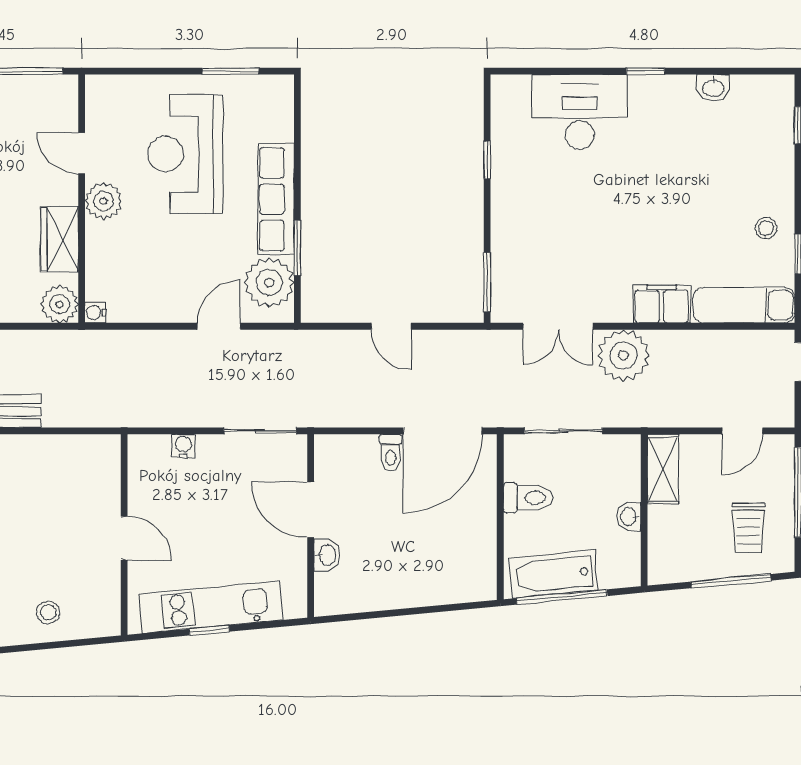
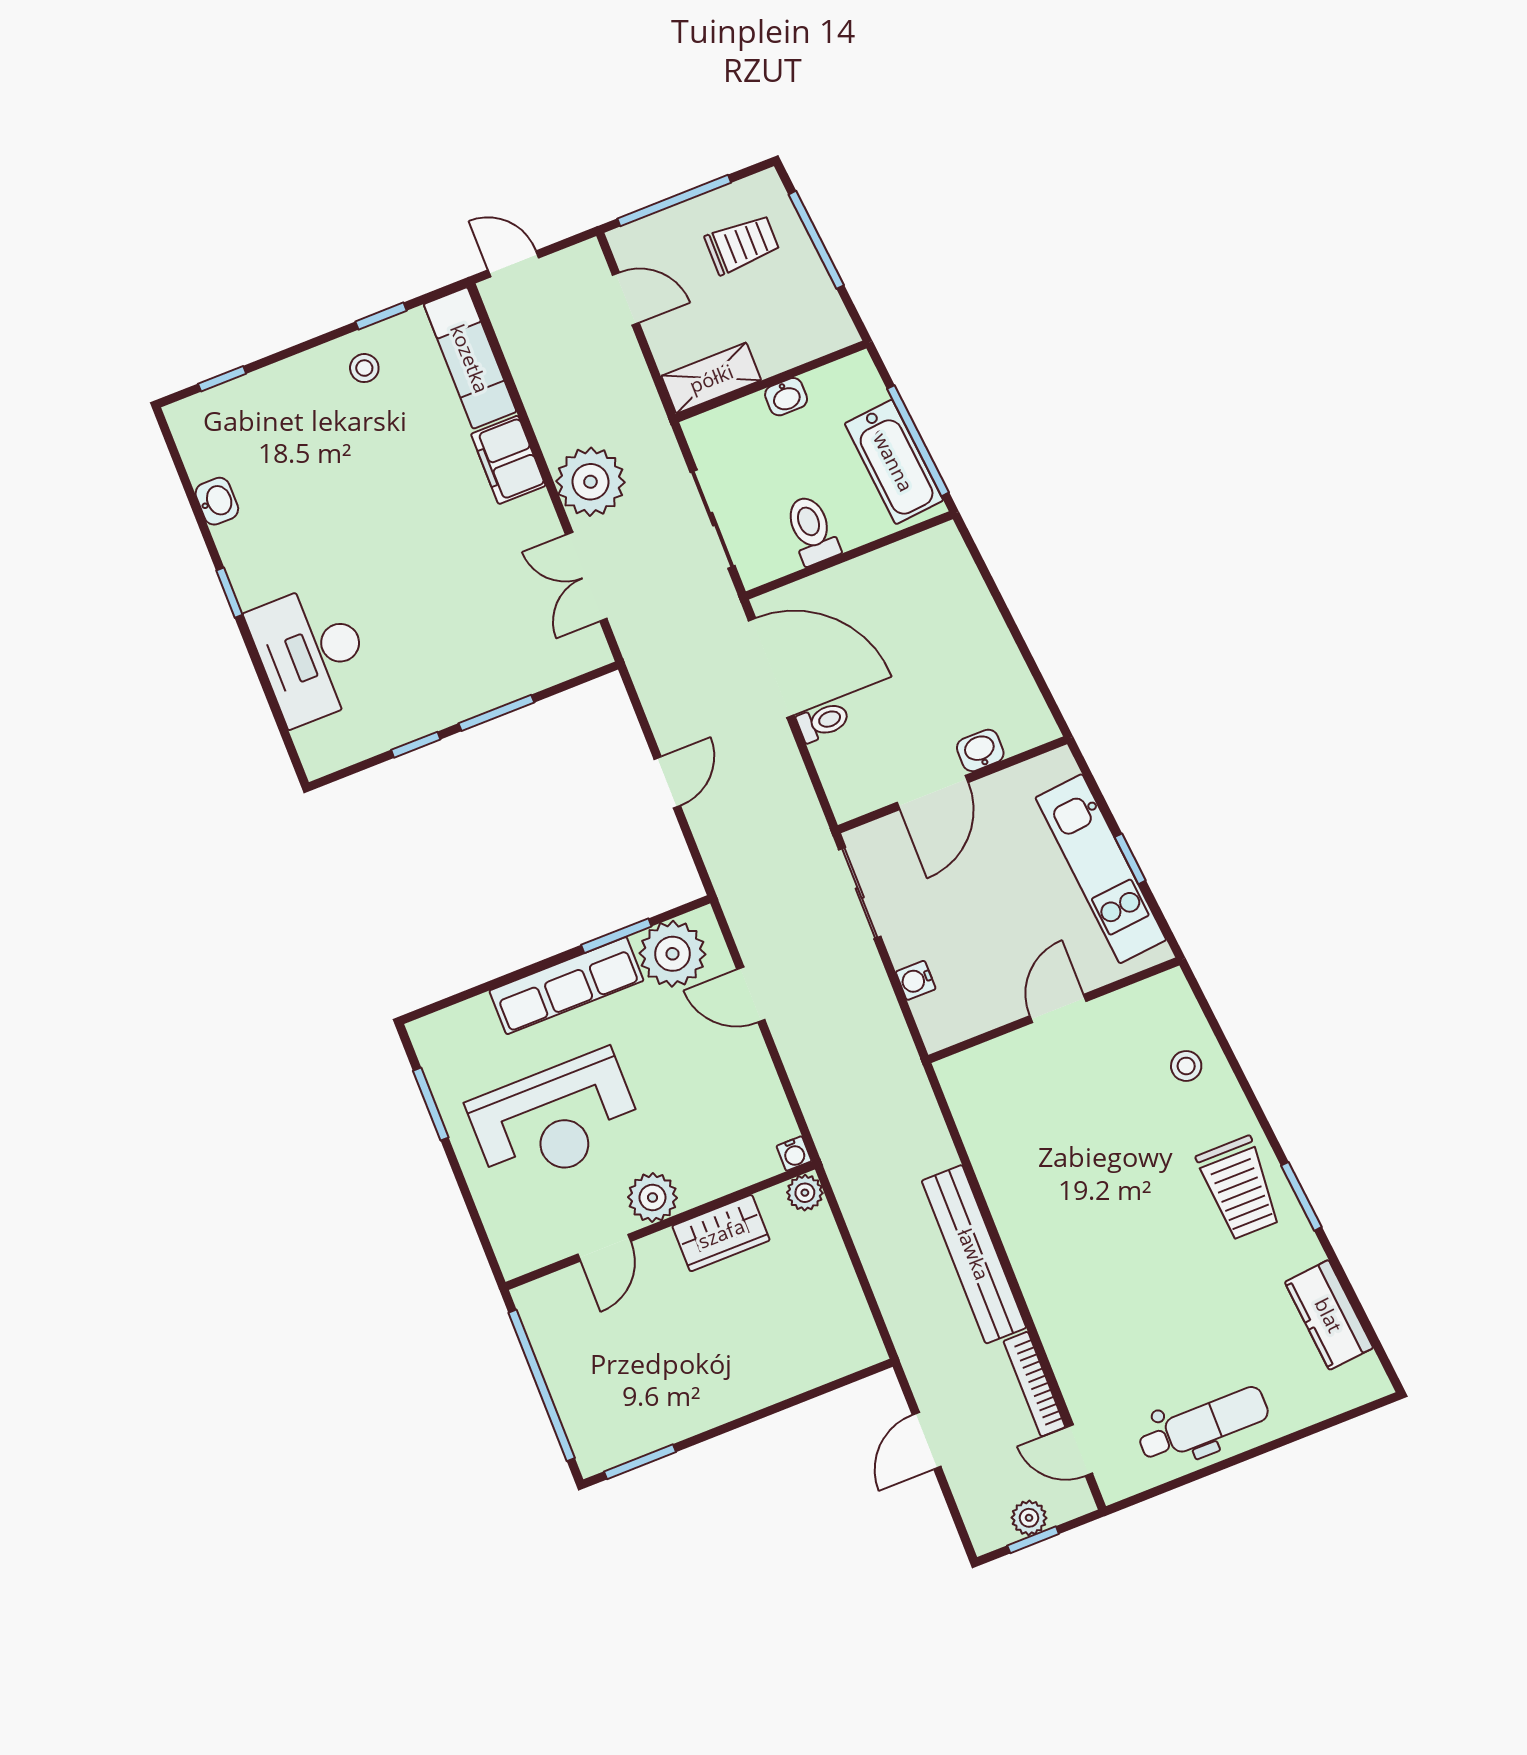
window: (487, 282) -> (496, 713), moved
plant: (60, 304) -> (805, 1193), width x0.73, depth x0.73
double door: (558, 326) -> (586, 577), swing flipped

